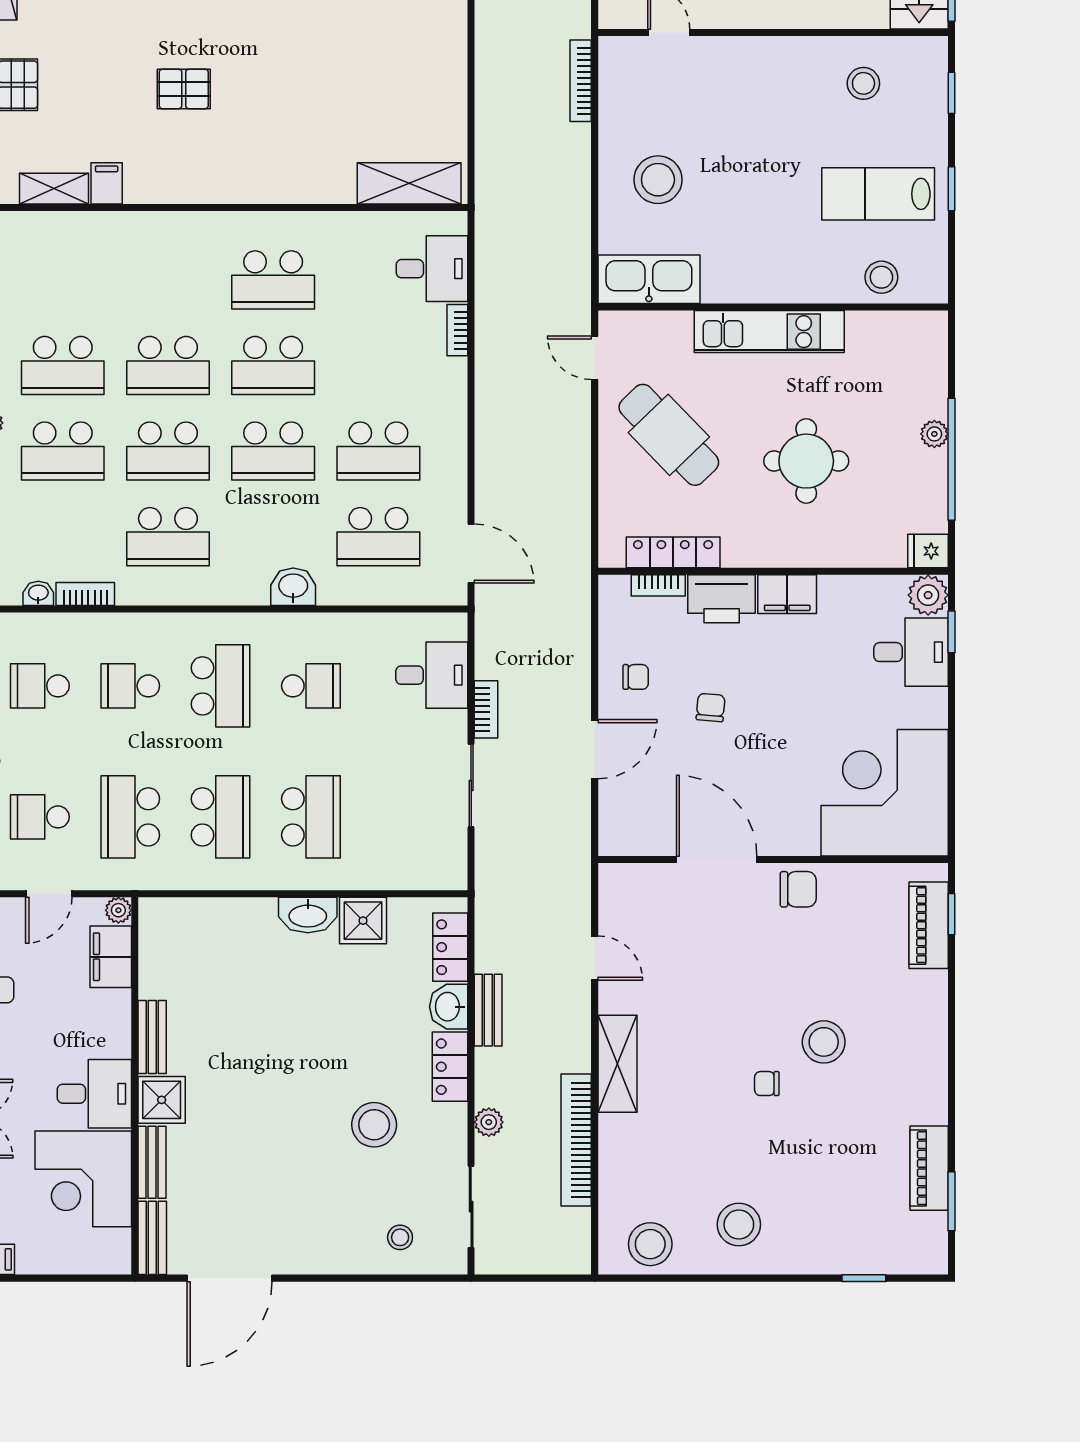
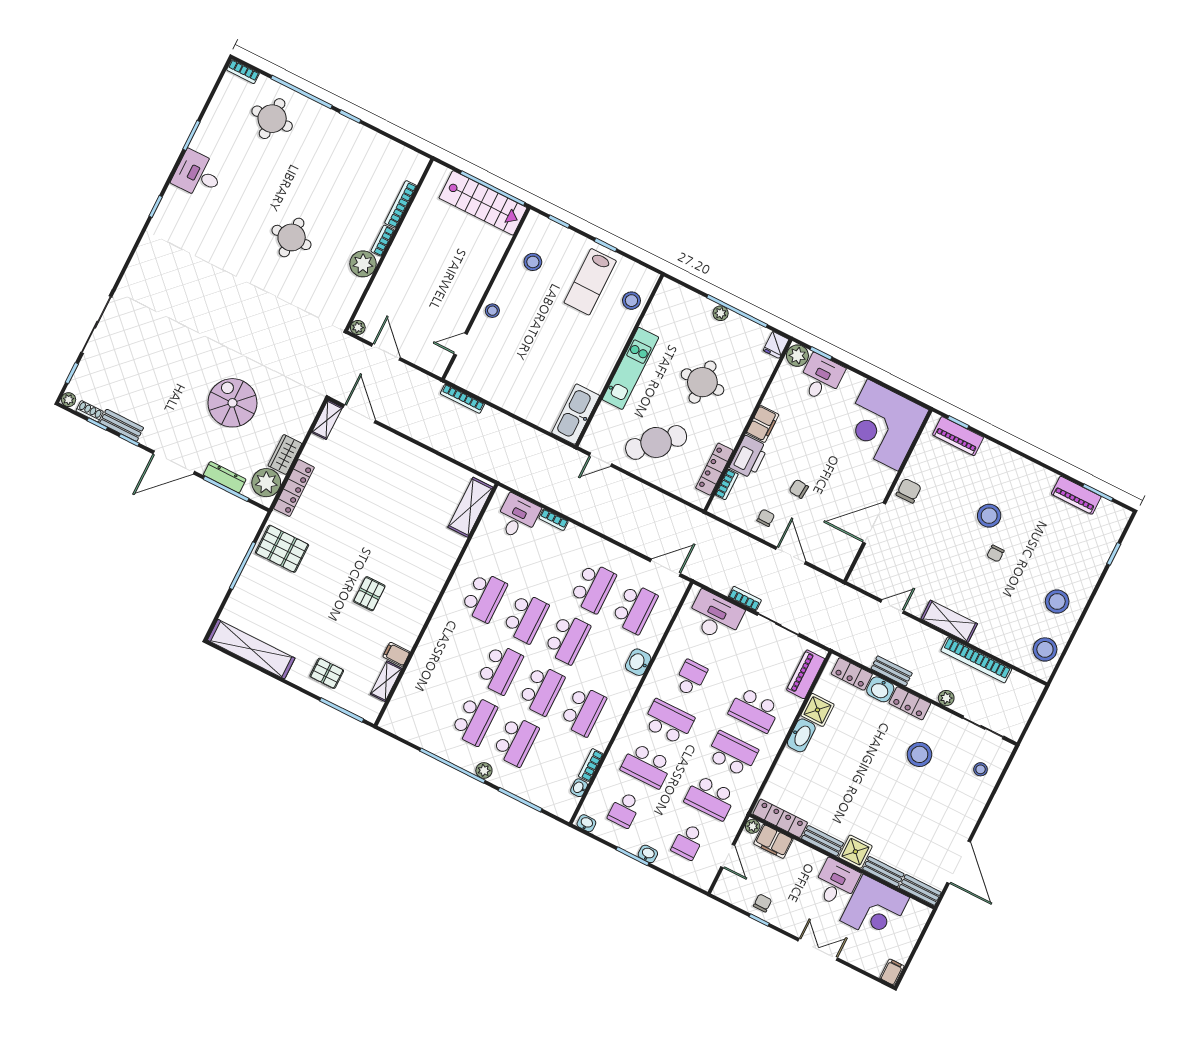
stool: (658, 180) -> (492, 311), moved, width x0.53, depth x0.53
desk: (432, 675) -> (715, 616), width x1.37
school desk: (130, 686) -> (646, 766), width x1.85
school desk: (311, 817) -> (754, 710), turned 180
piano: (412, 872) -> (806, 674), added
locker: (154, 949) -> (780, 818), added

